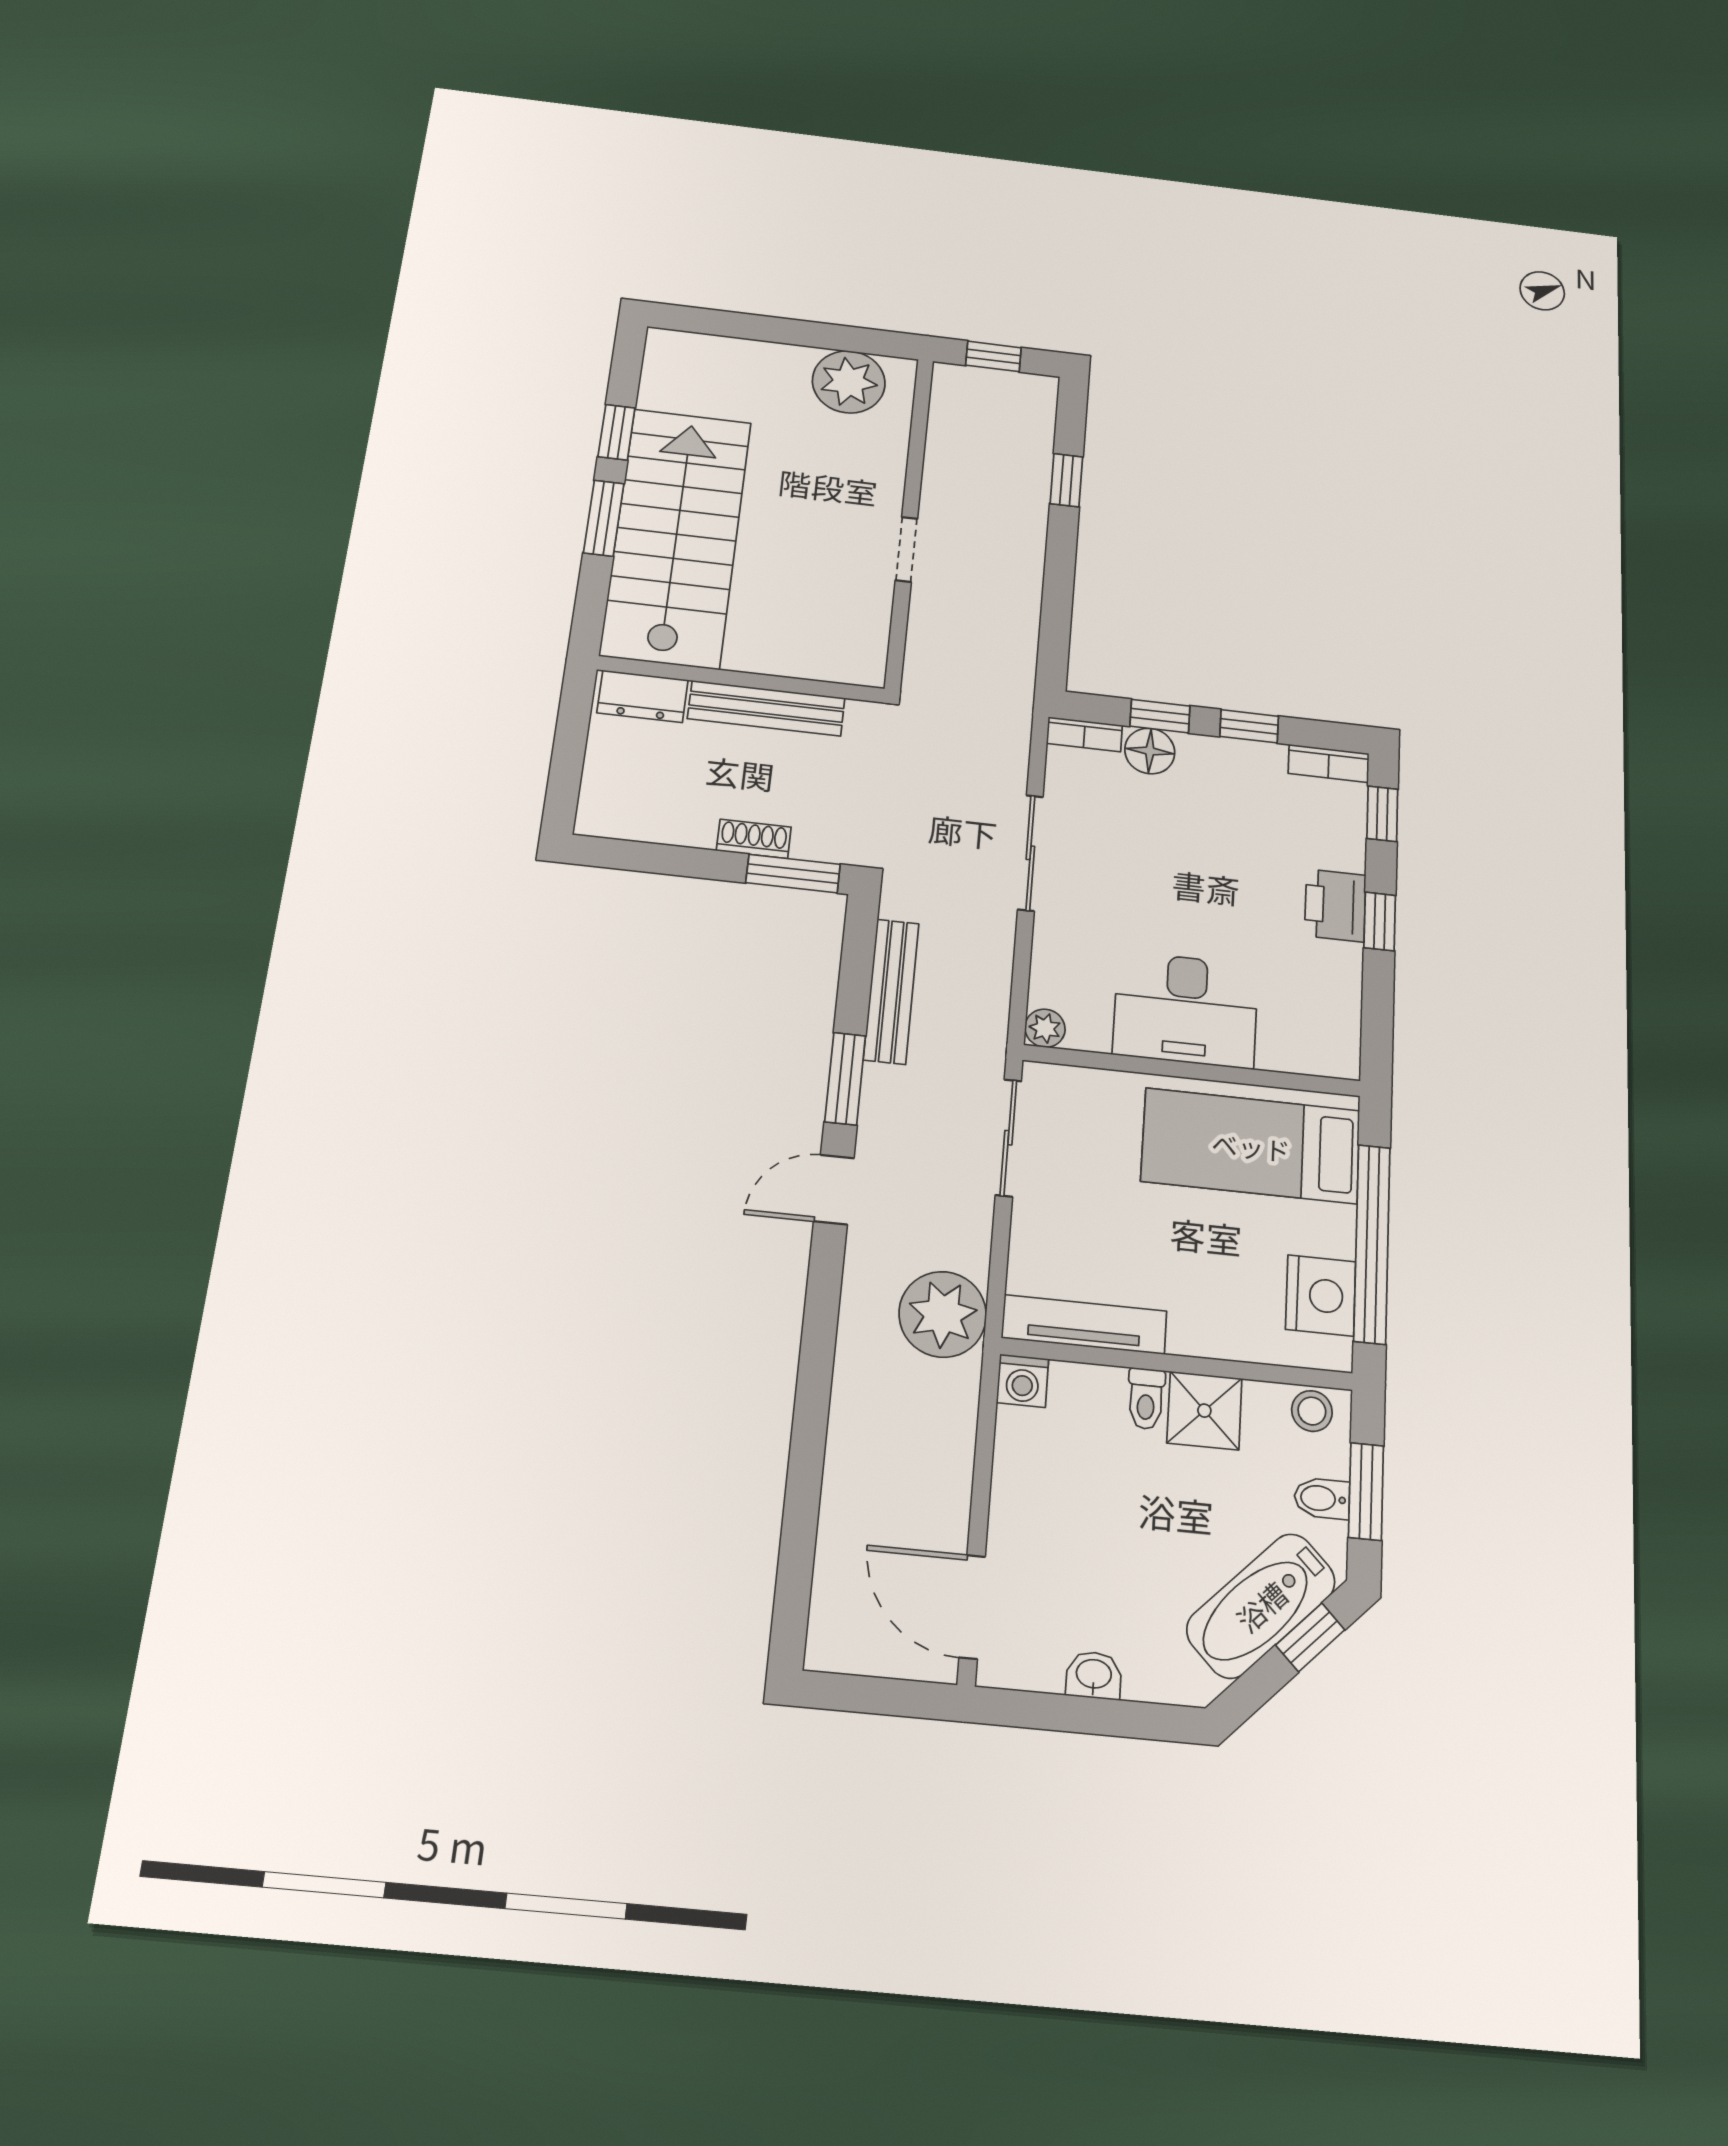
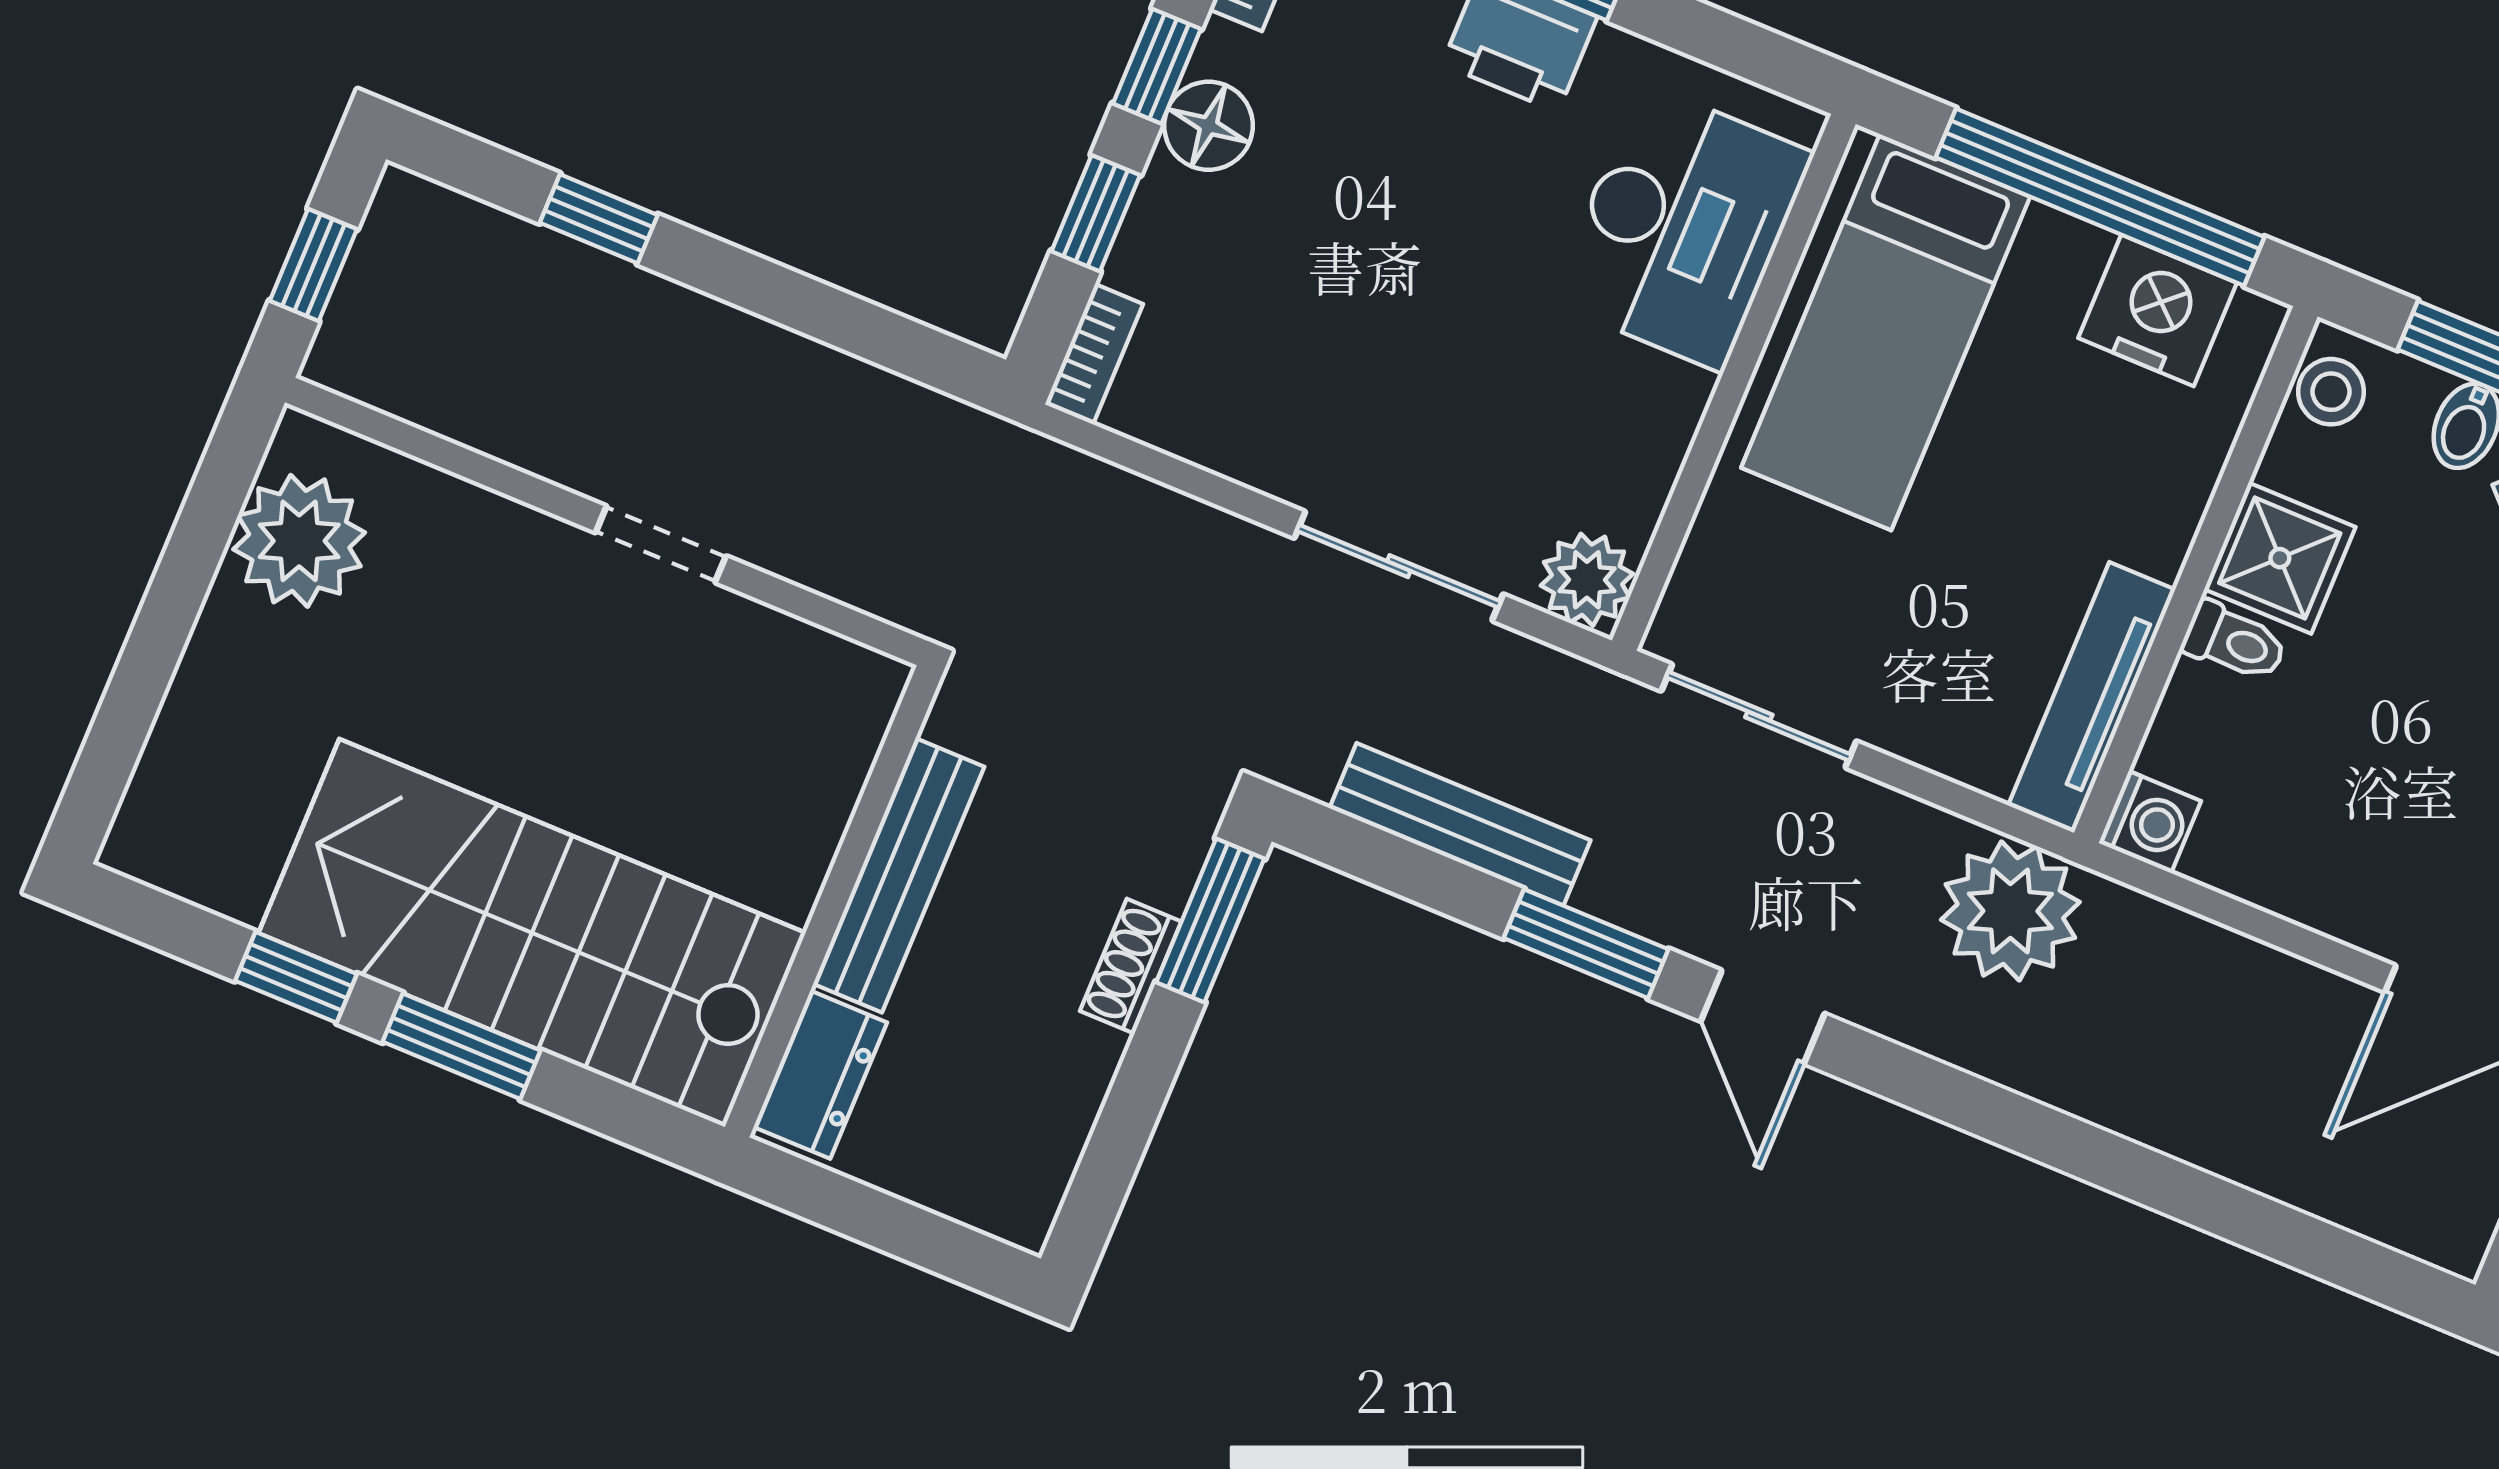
floor lamp: (1150, 751) -> (1209, 126), moved
sliding door: (1030, 853) -> (1399, 566), moved
desk: (1186, 1010) -> (1682, 227), moved
plant: (1045, 1028) -> (1587, 580), width x1.38, depth x1.38

